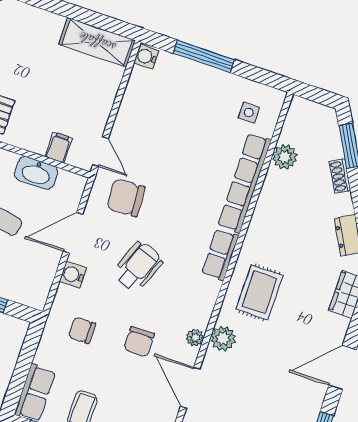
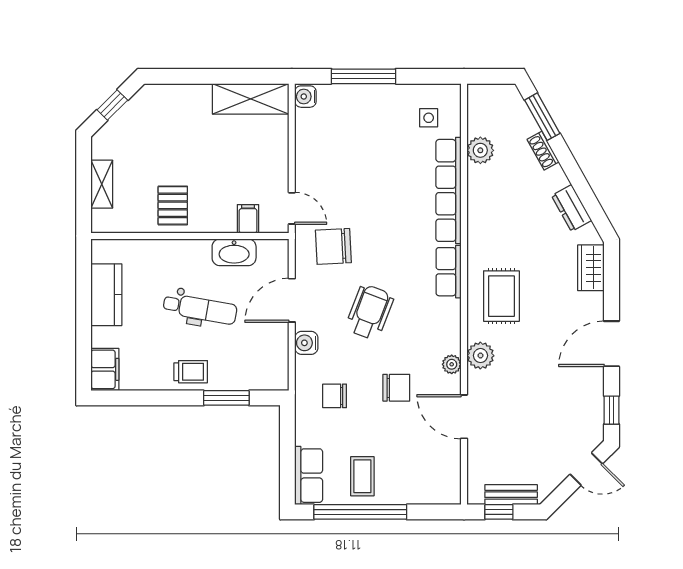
chair: (139, 342) -> (396, 388), turned -90

